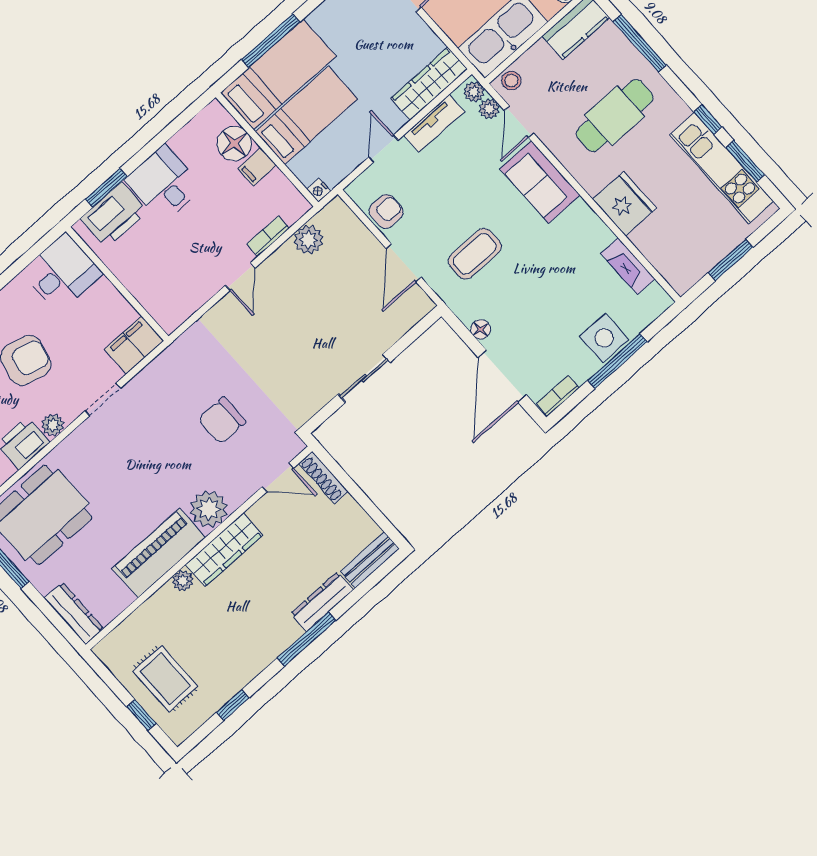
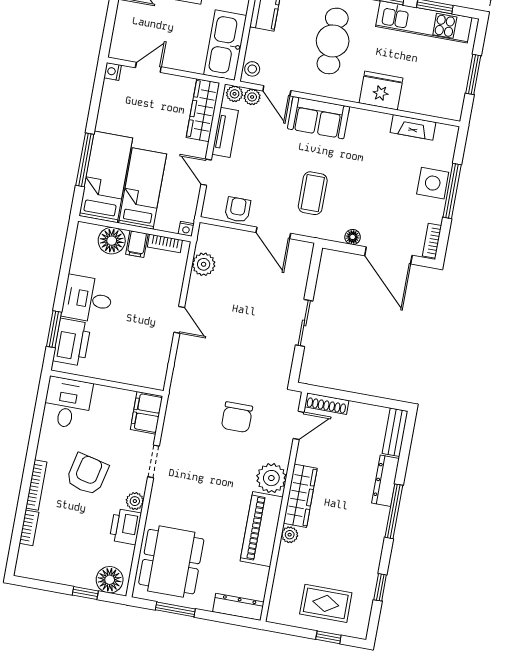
bookcase: (268, 236) -> (165, 243), moved, turned -90

